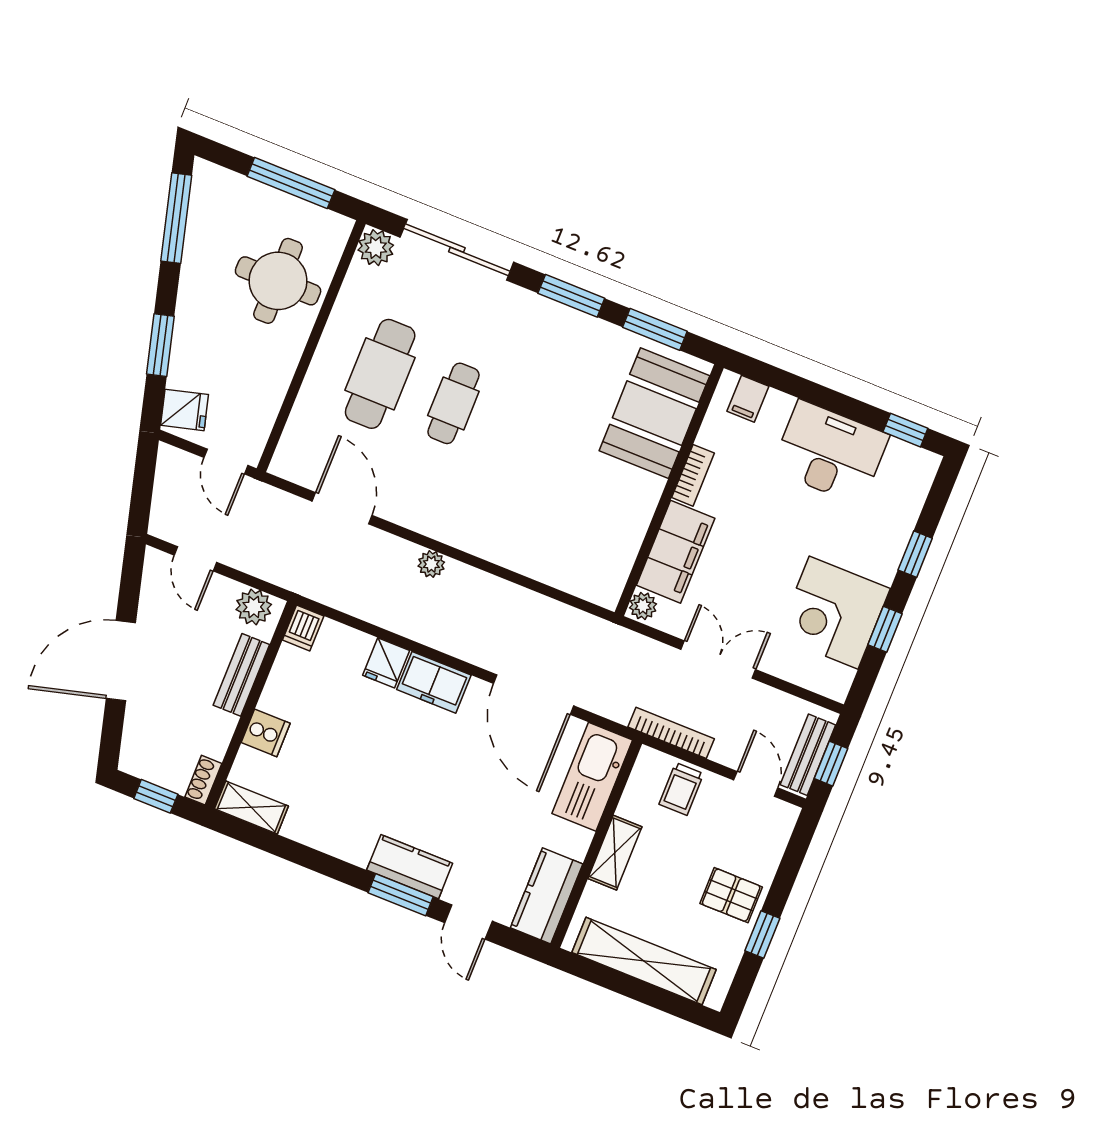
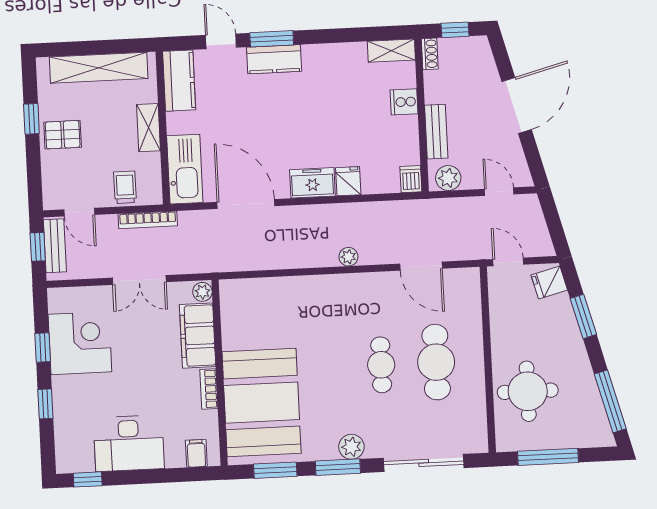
plant: (376, 248) -> (351, 447), moved
booth: (654, 413) -> (262, 403), width x1.36, depth x1.42

